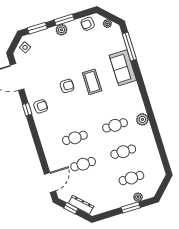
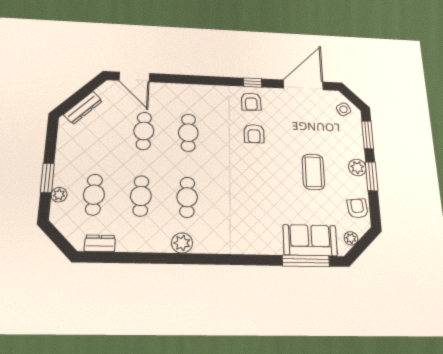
sofa: (123, 68) -> (310, 240), moved
coffee table: (92, 82) -> (313, 172), moved, turned 90
armchair: (67, 86) -> (254, 134), moved
dresser: (158, 164) -> (100, 243), added
window: (71, 208) -> (84, 92), removed

